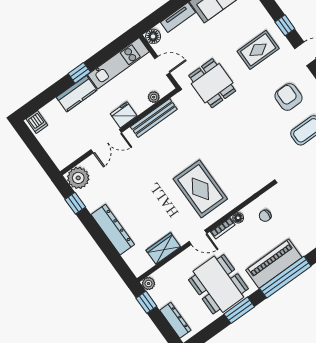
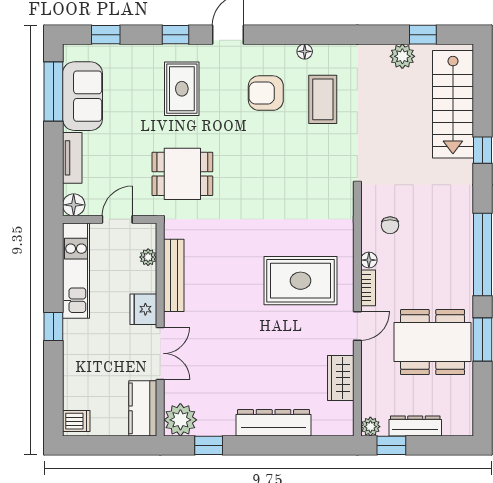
kitchen counter: (77, 94) -> (143, 408), moved, turned 180
piano: (274, 264) -> (456, 257), removed
dresser: (175, 320) -> (415, 426), moved

